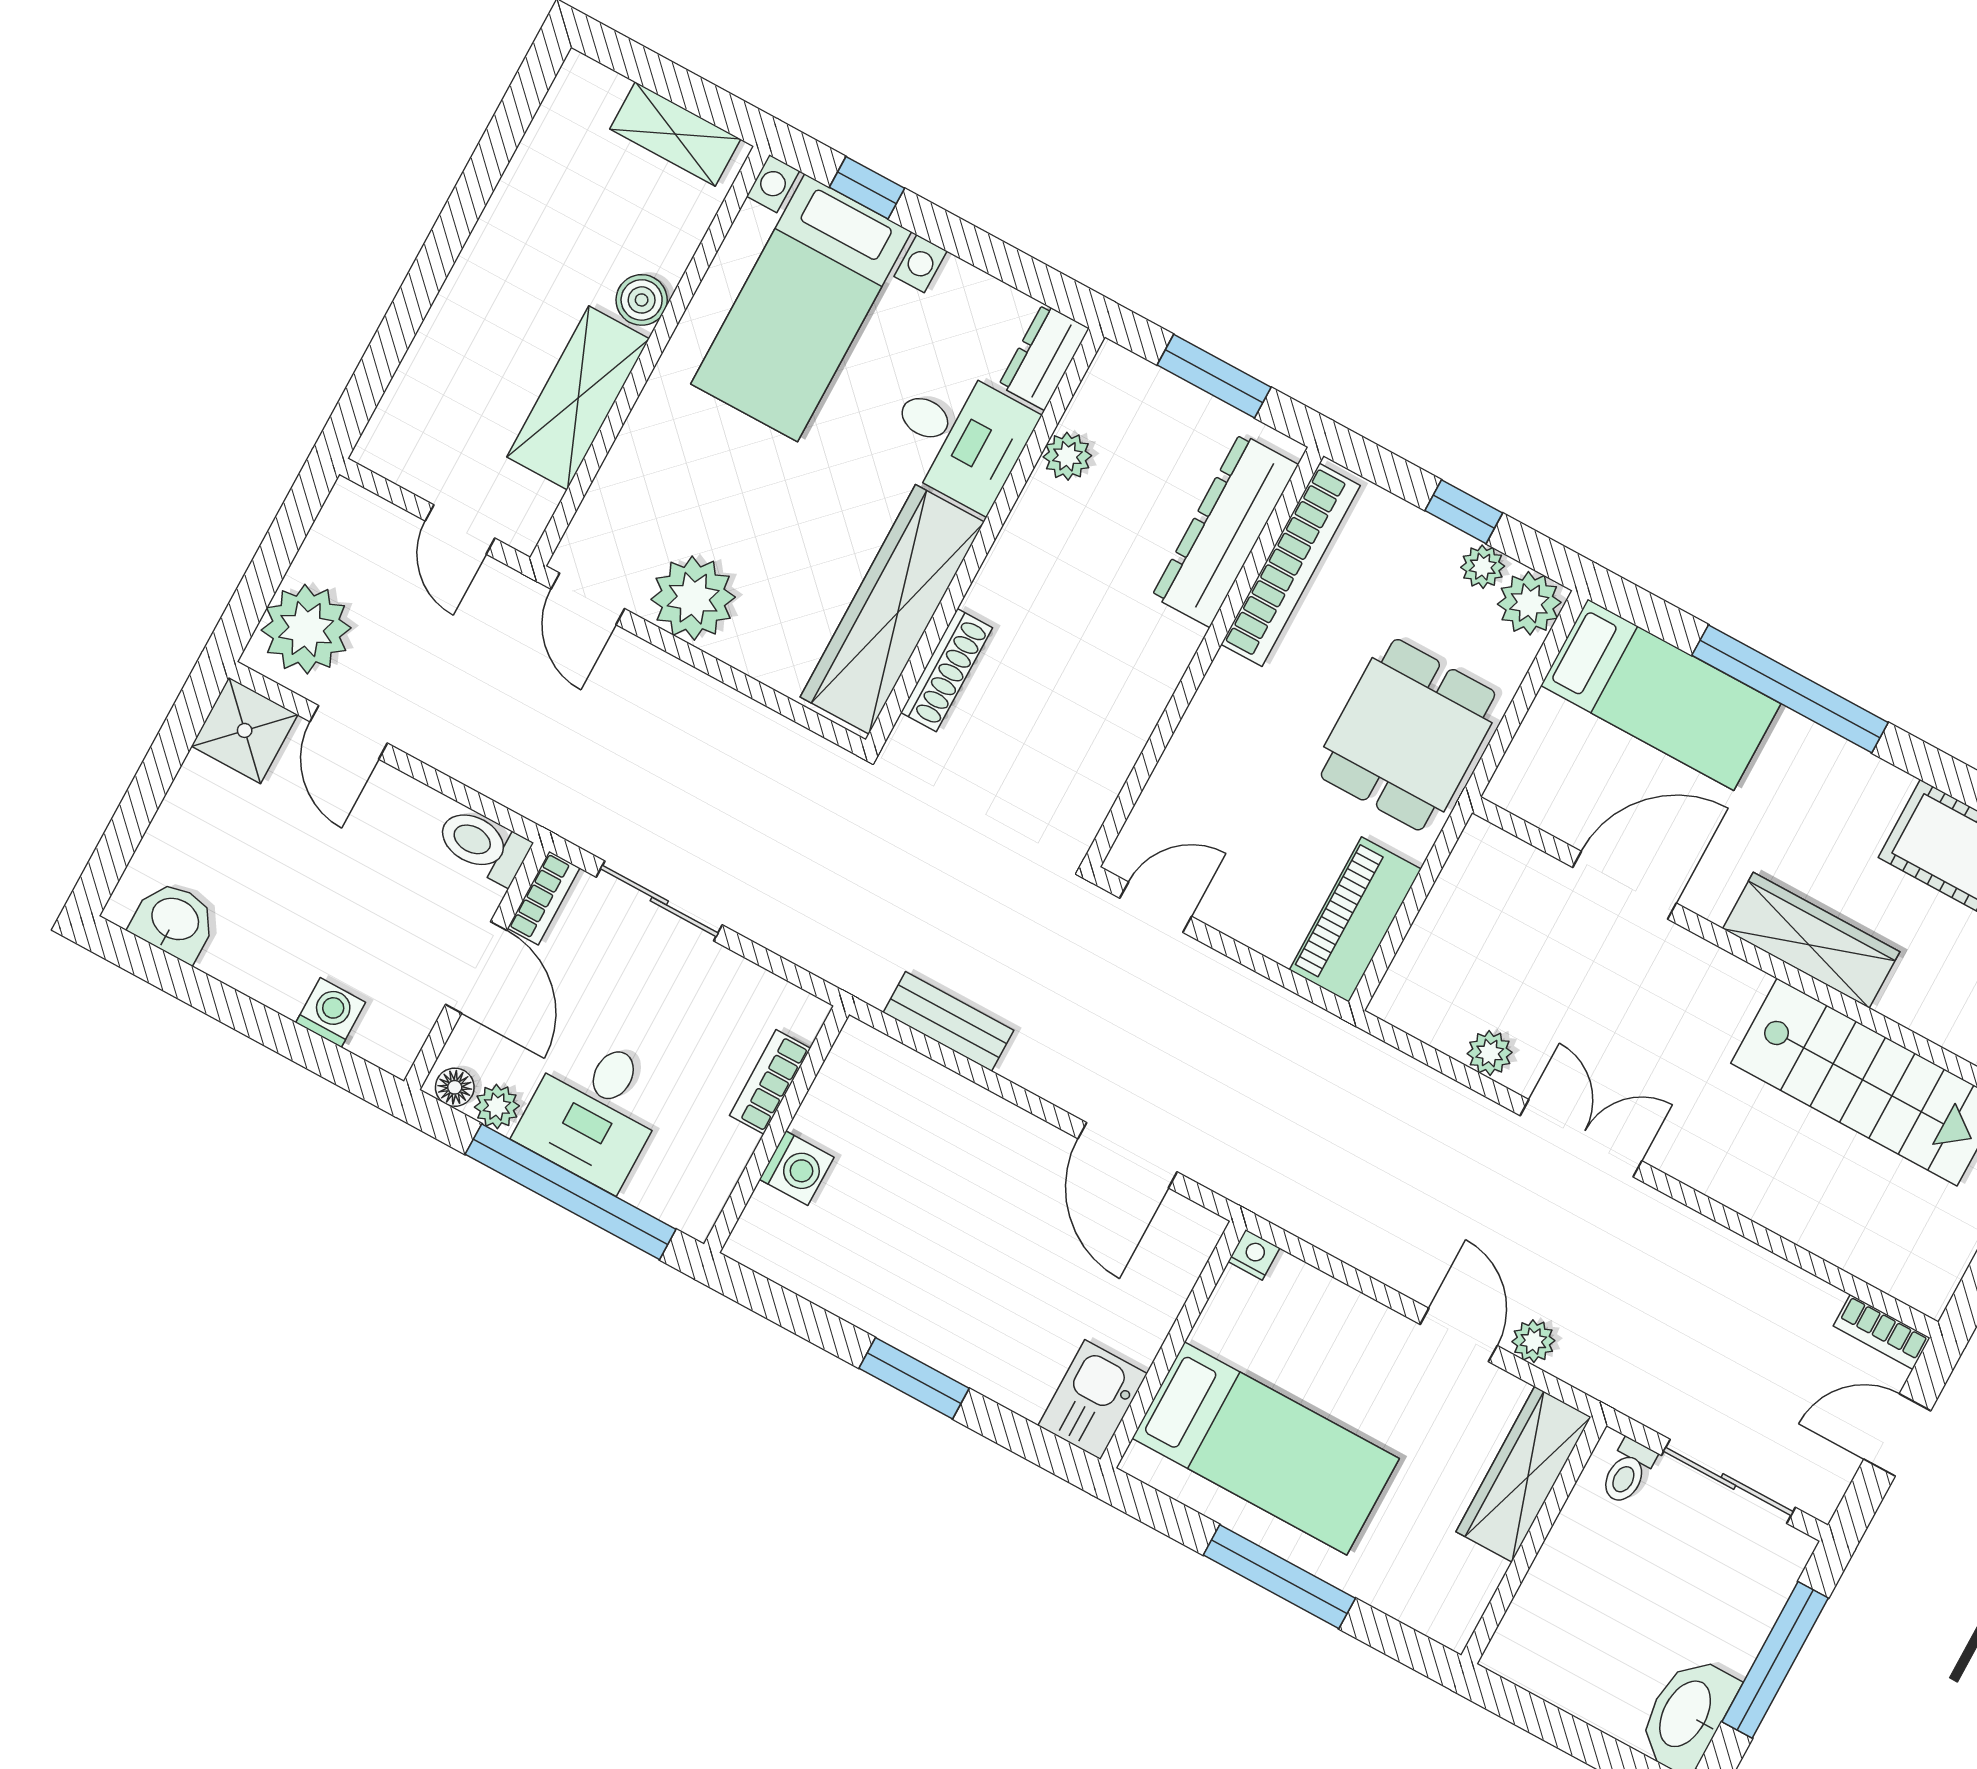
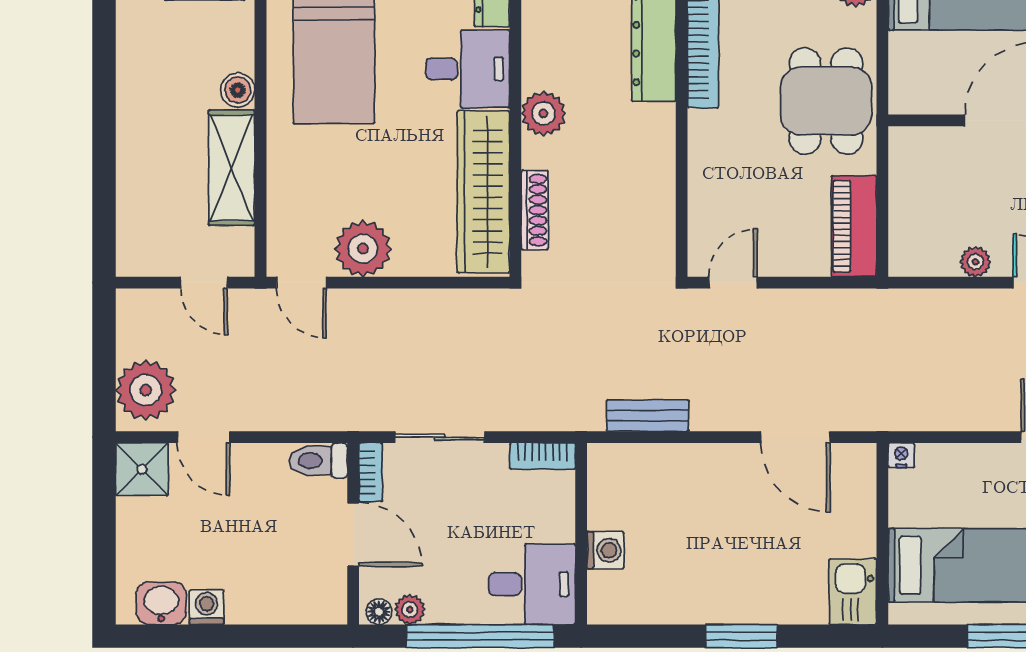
plant: (1067, 456) -> (543, 114), moved, width x1.38, depth x1.38
washing machine: (331, 1012) -> (207, 607), moved
bookcase: (770, 1082) -> (543, 456), moved, turned -90
desk: (594, 1111) -> (532, 584), moved, turned -90

